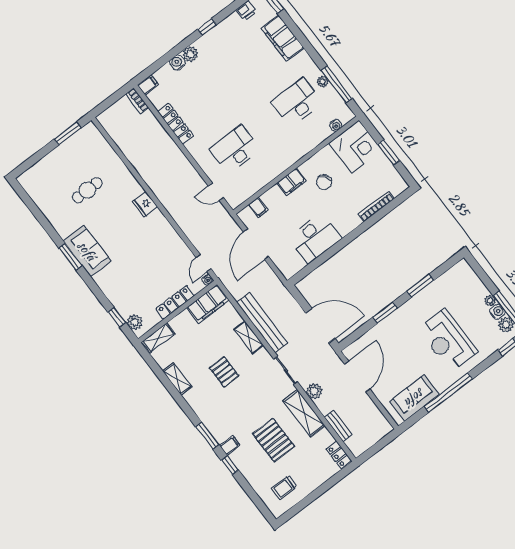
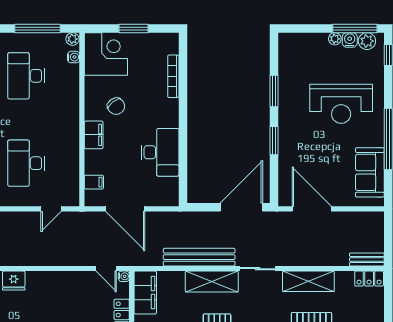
plant: (323, 82) -> (72, 39), moved
shelving: (249, 337) -> (212, 282), width x1.50, depth x1.33
plant: (314, 391) -> (296, 257), removed
bench: (338, 426) -> (367, 259), moved

